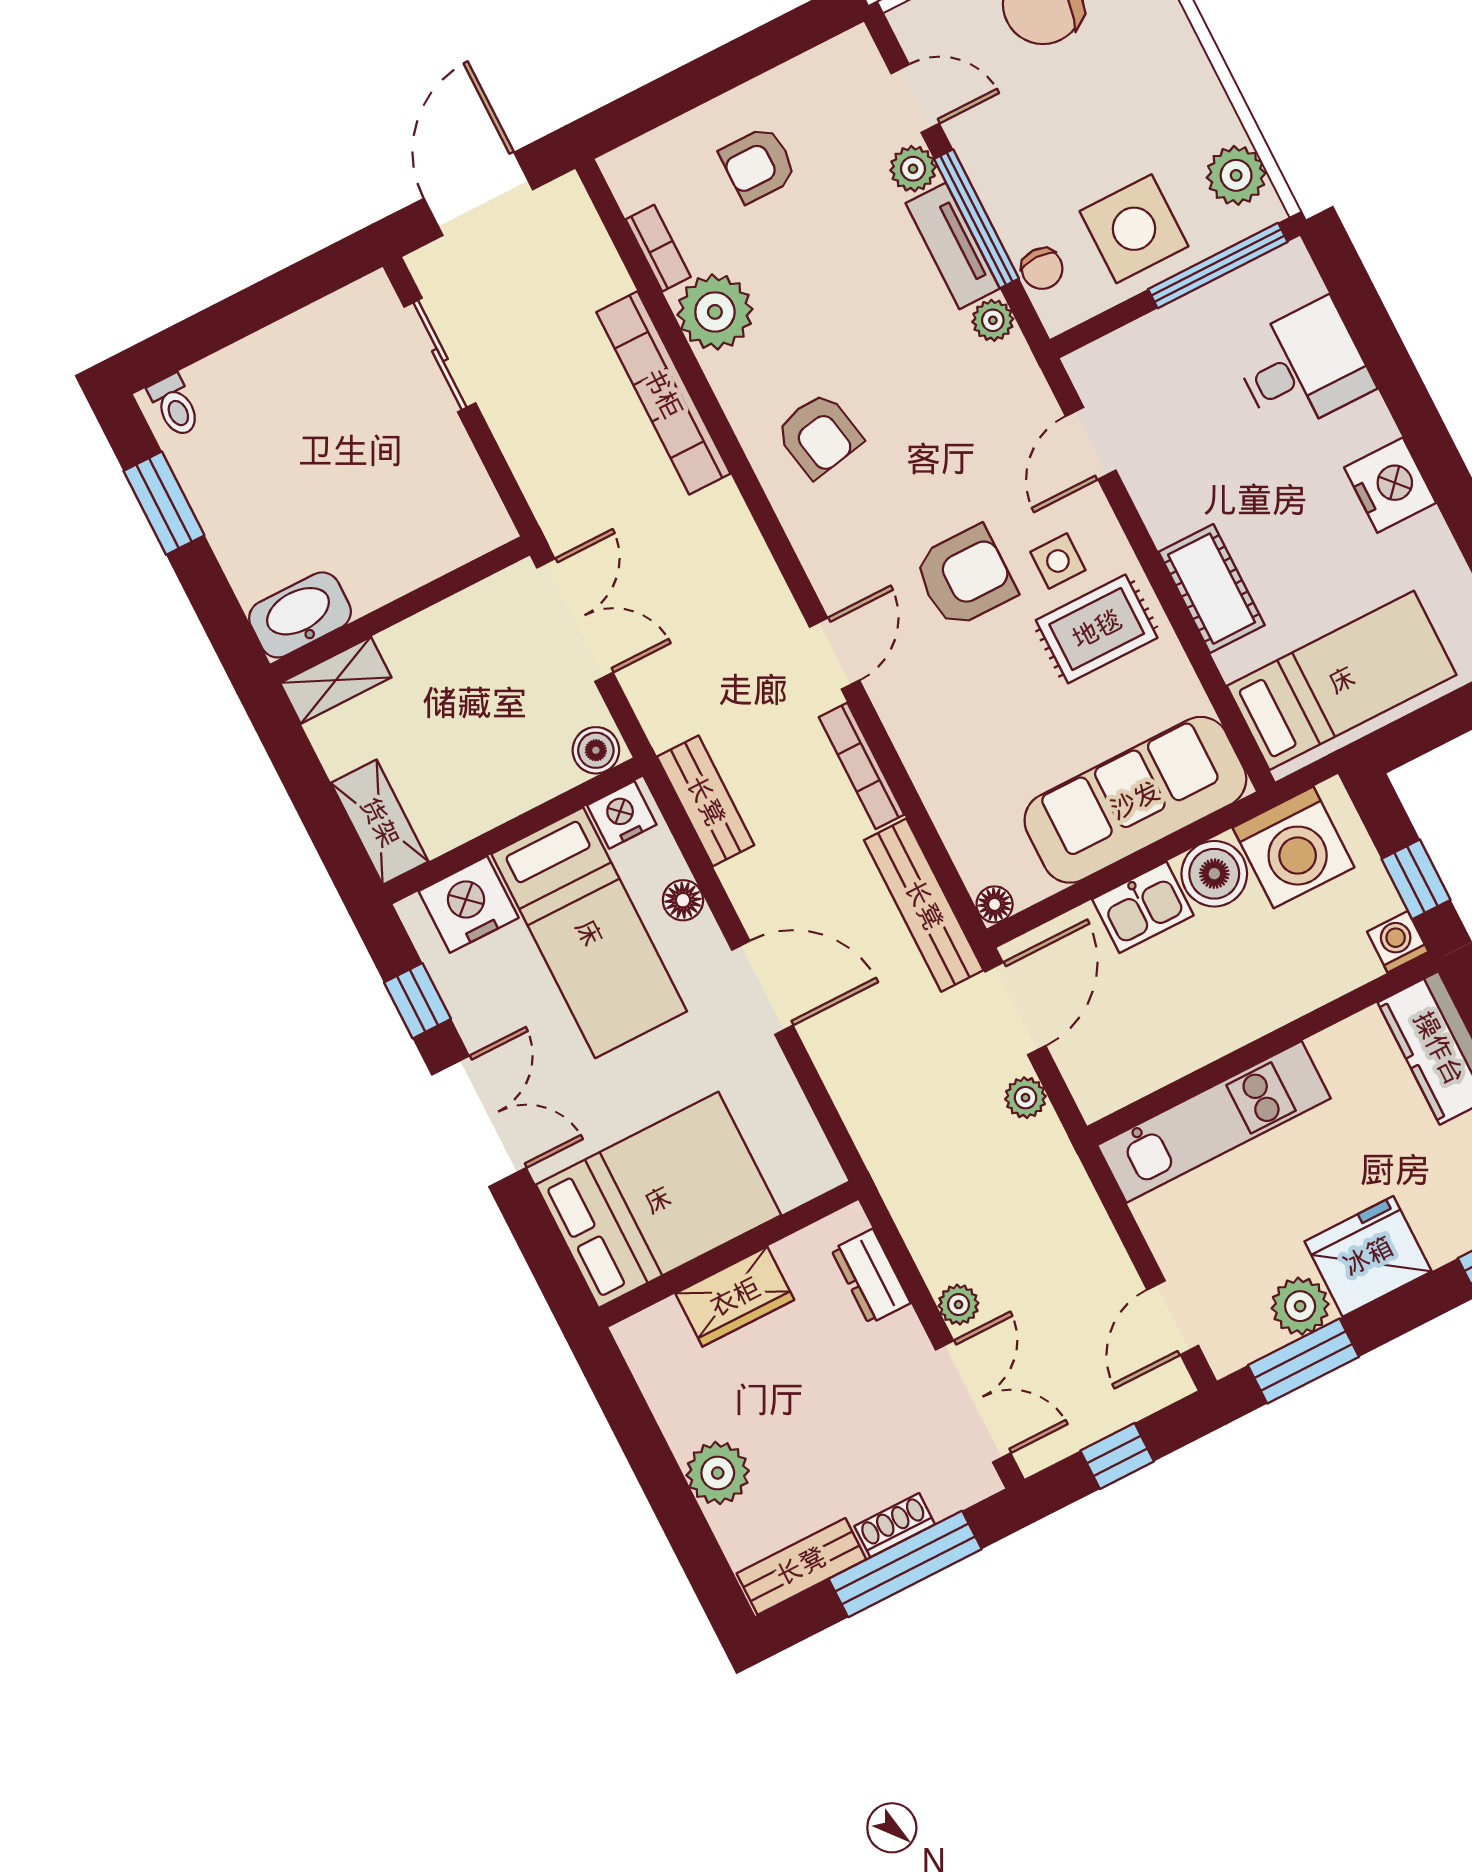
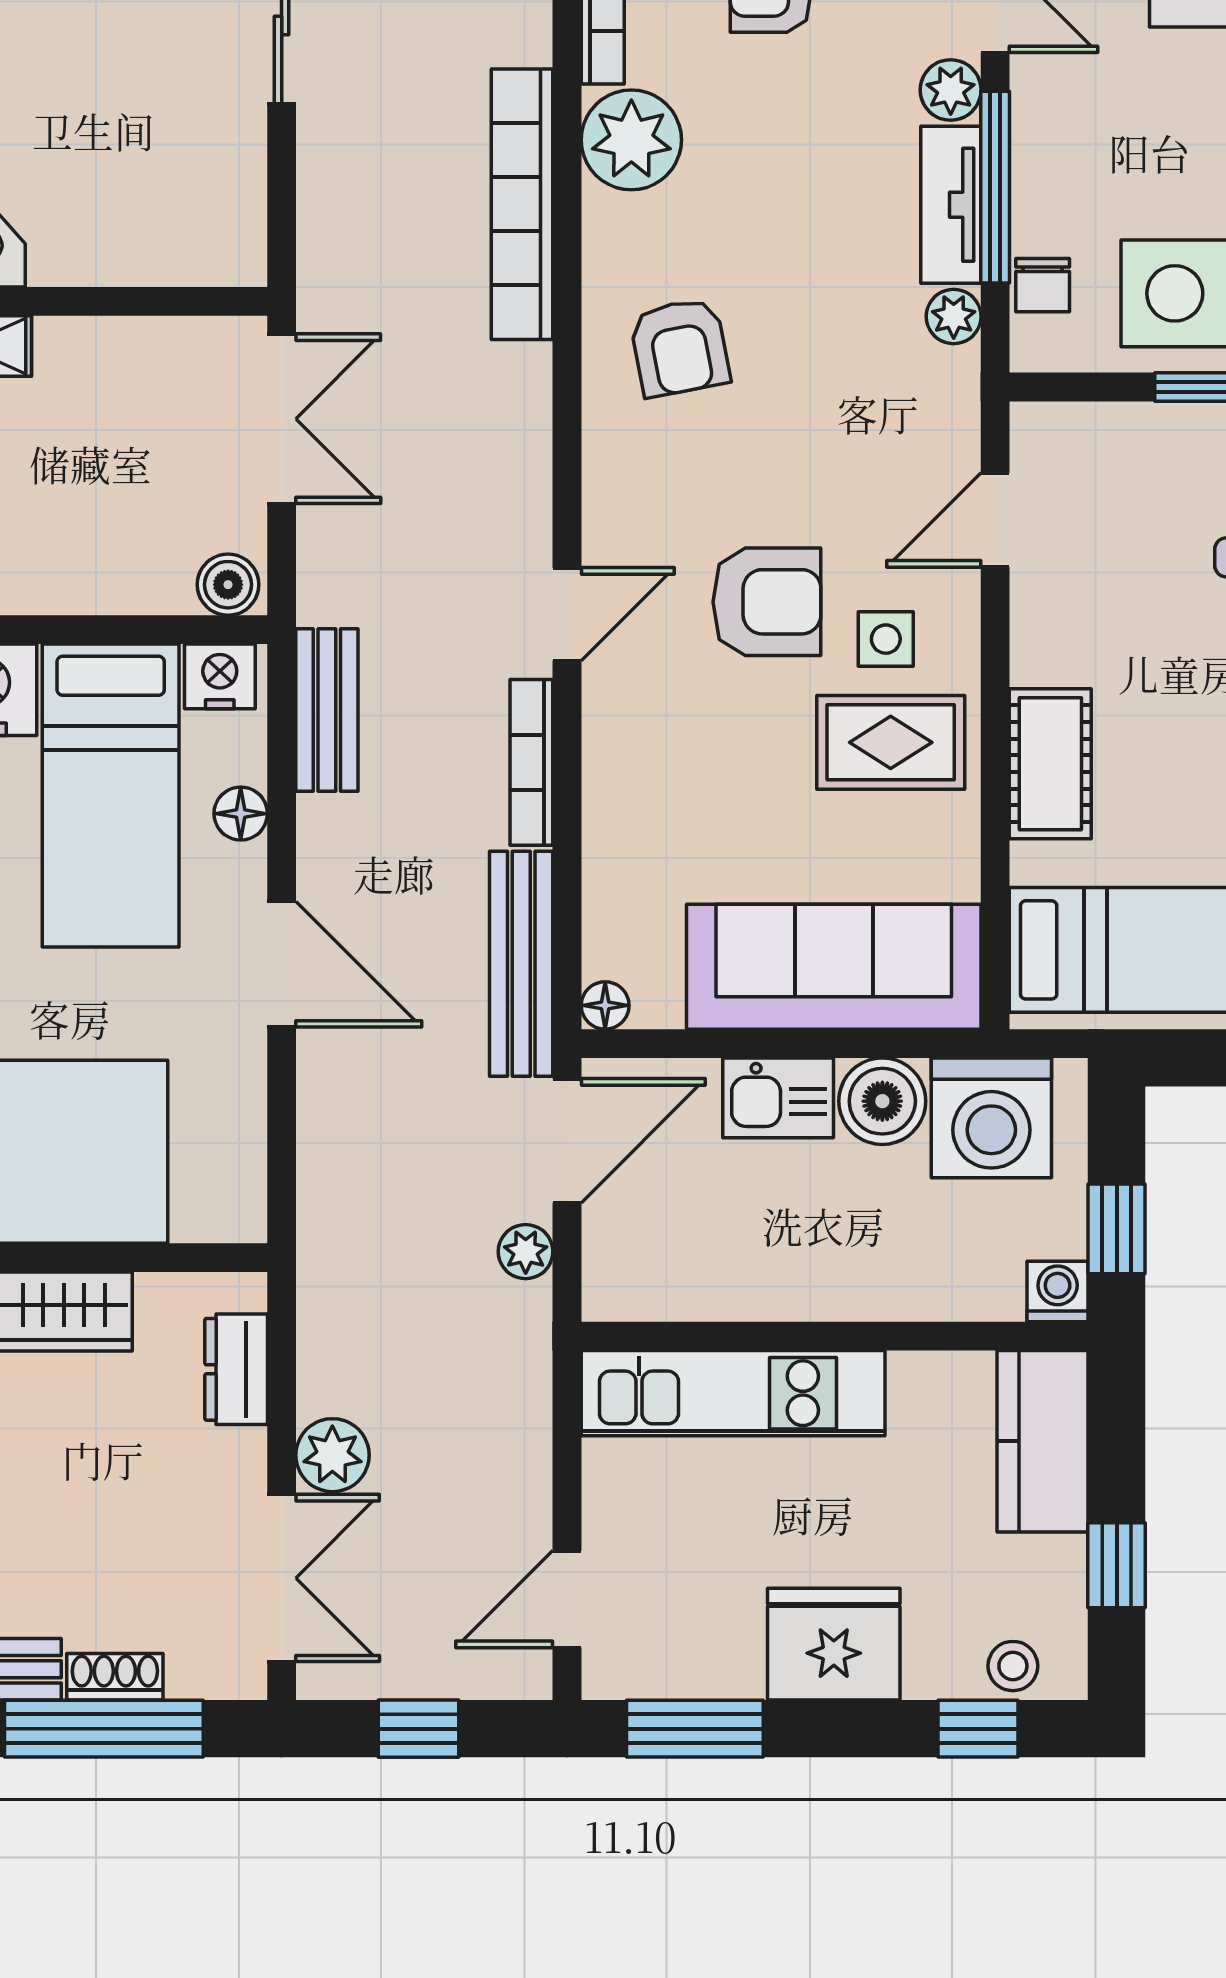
plant: (958, 1305) -> (332, 1455), width x1.38, depth x1.38
plant: (1300, 1306) -> (724, 1662), removed

